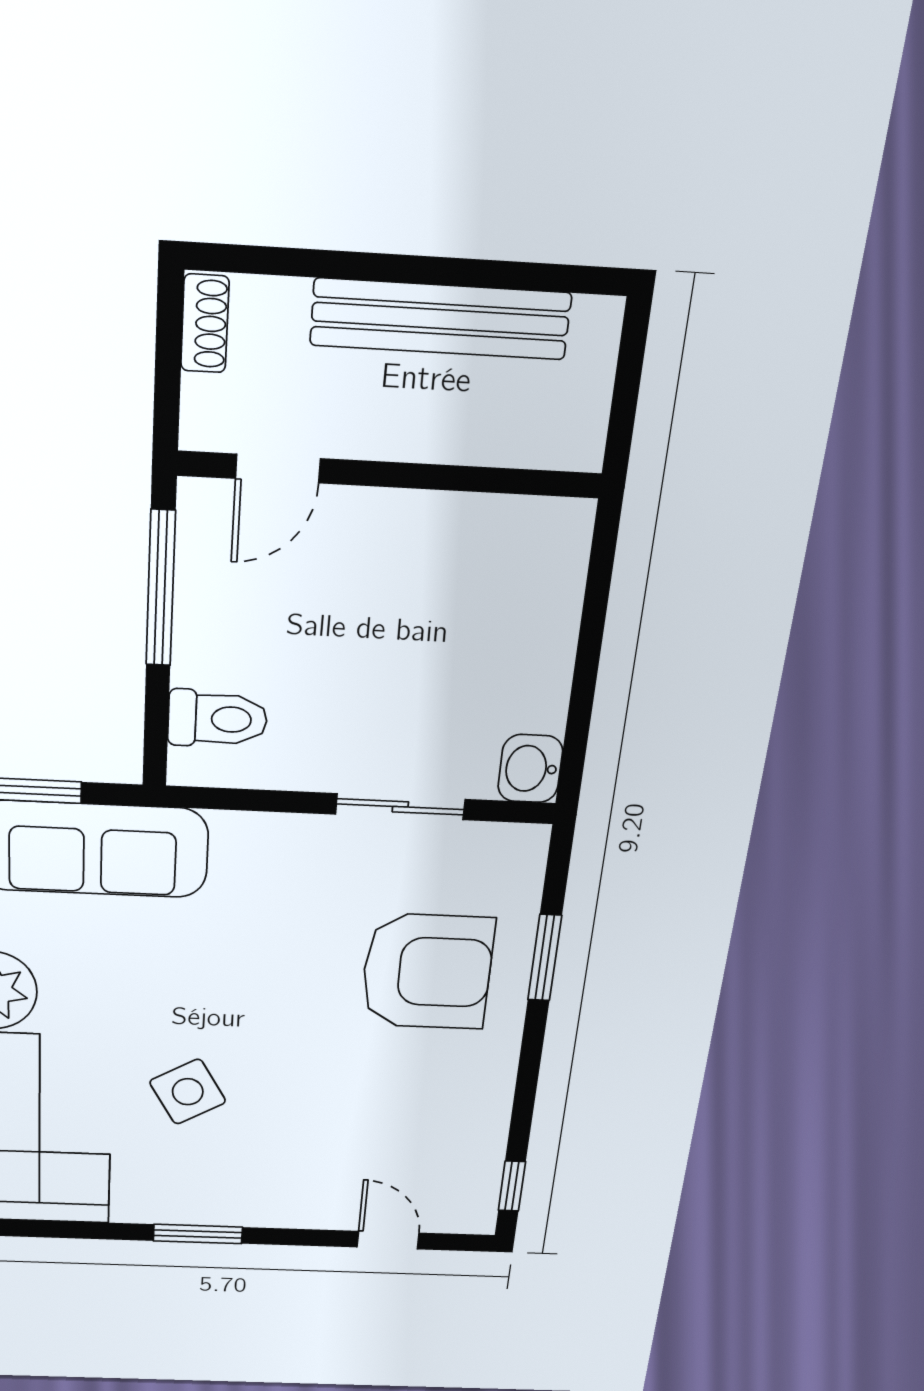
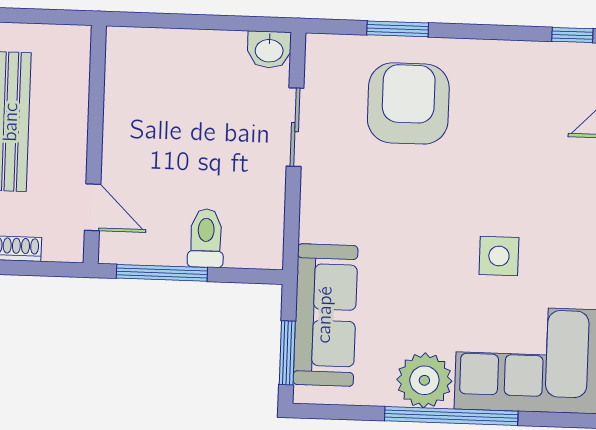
toilet: (218, 719) -> (206, 238), moved
side table: (188, 1092) -> (499, 256), turned 30

